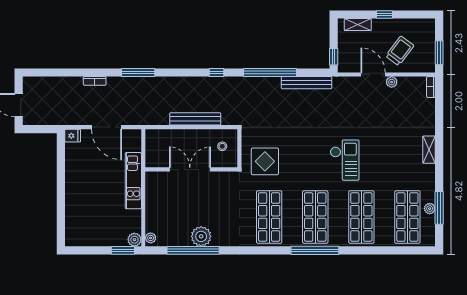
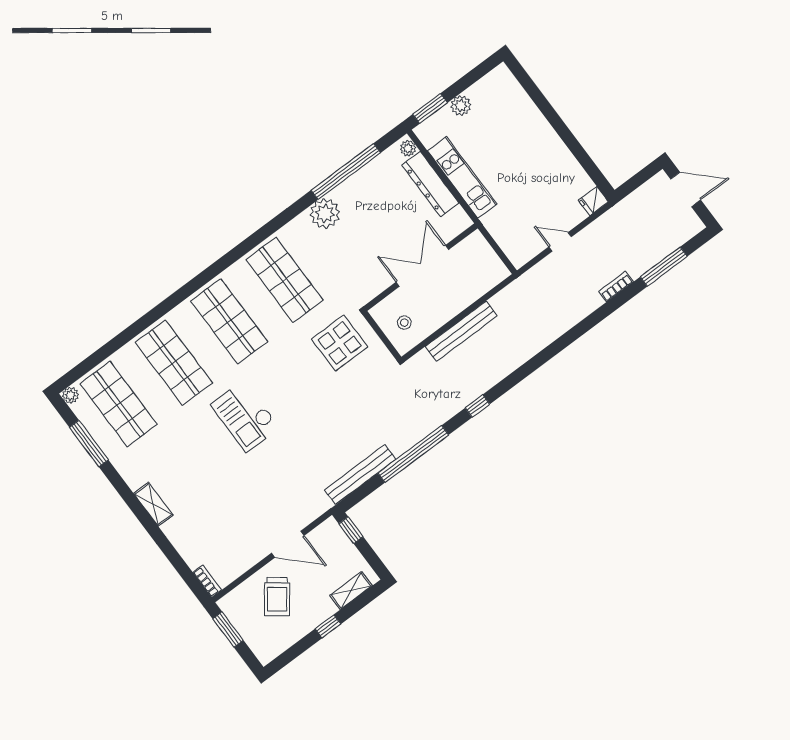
window: (138, 73) -> (664, 267), moved
plant: (392, 82) -> (259, 552), removed
door: (107, 127) -> (560, 242), width x0.53
double door: (190, 169) -> (422, 266), swing flipped
kitchen unit: (133, 181) -> (462, 177), moved
plant: (430, 209) -> (70, 395), moved
dresser: (153, 210) -> (430, 184), added
plant: (201, 236) -> (325, 213), moved
plant: (134, 240) -> (461, 106), moved
window: (315, 250) -> (200, 281), removed

